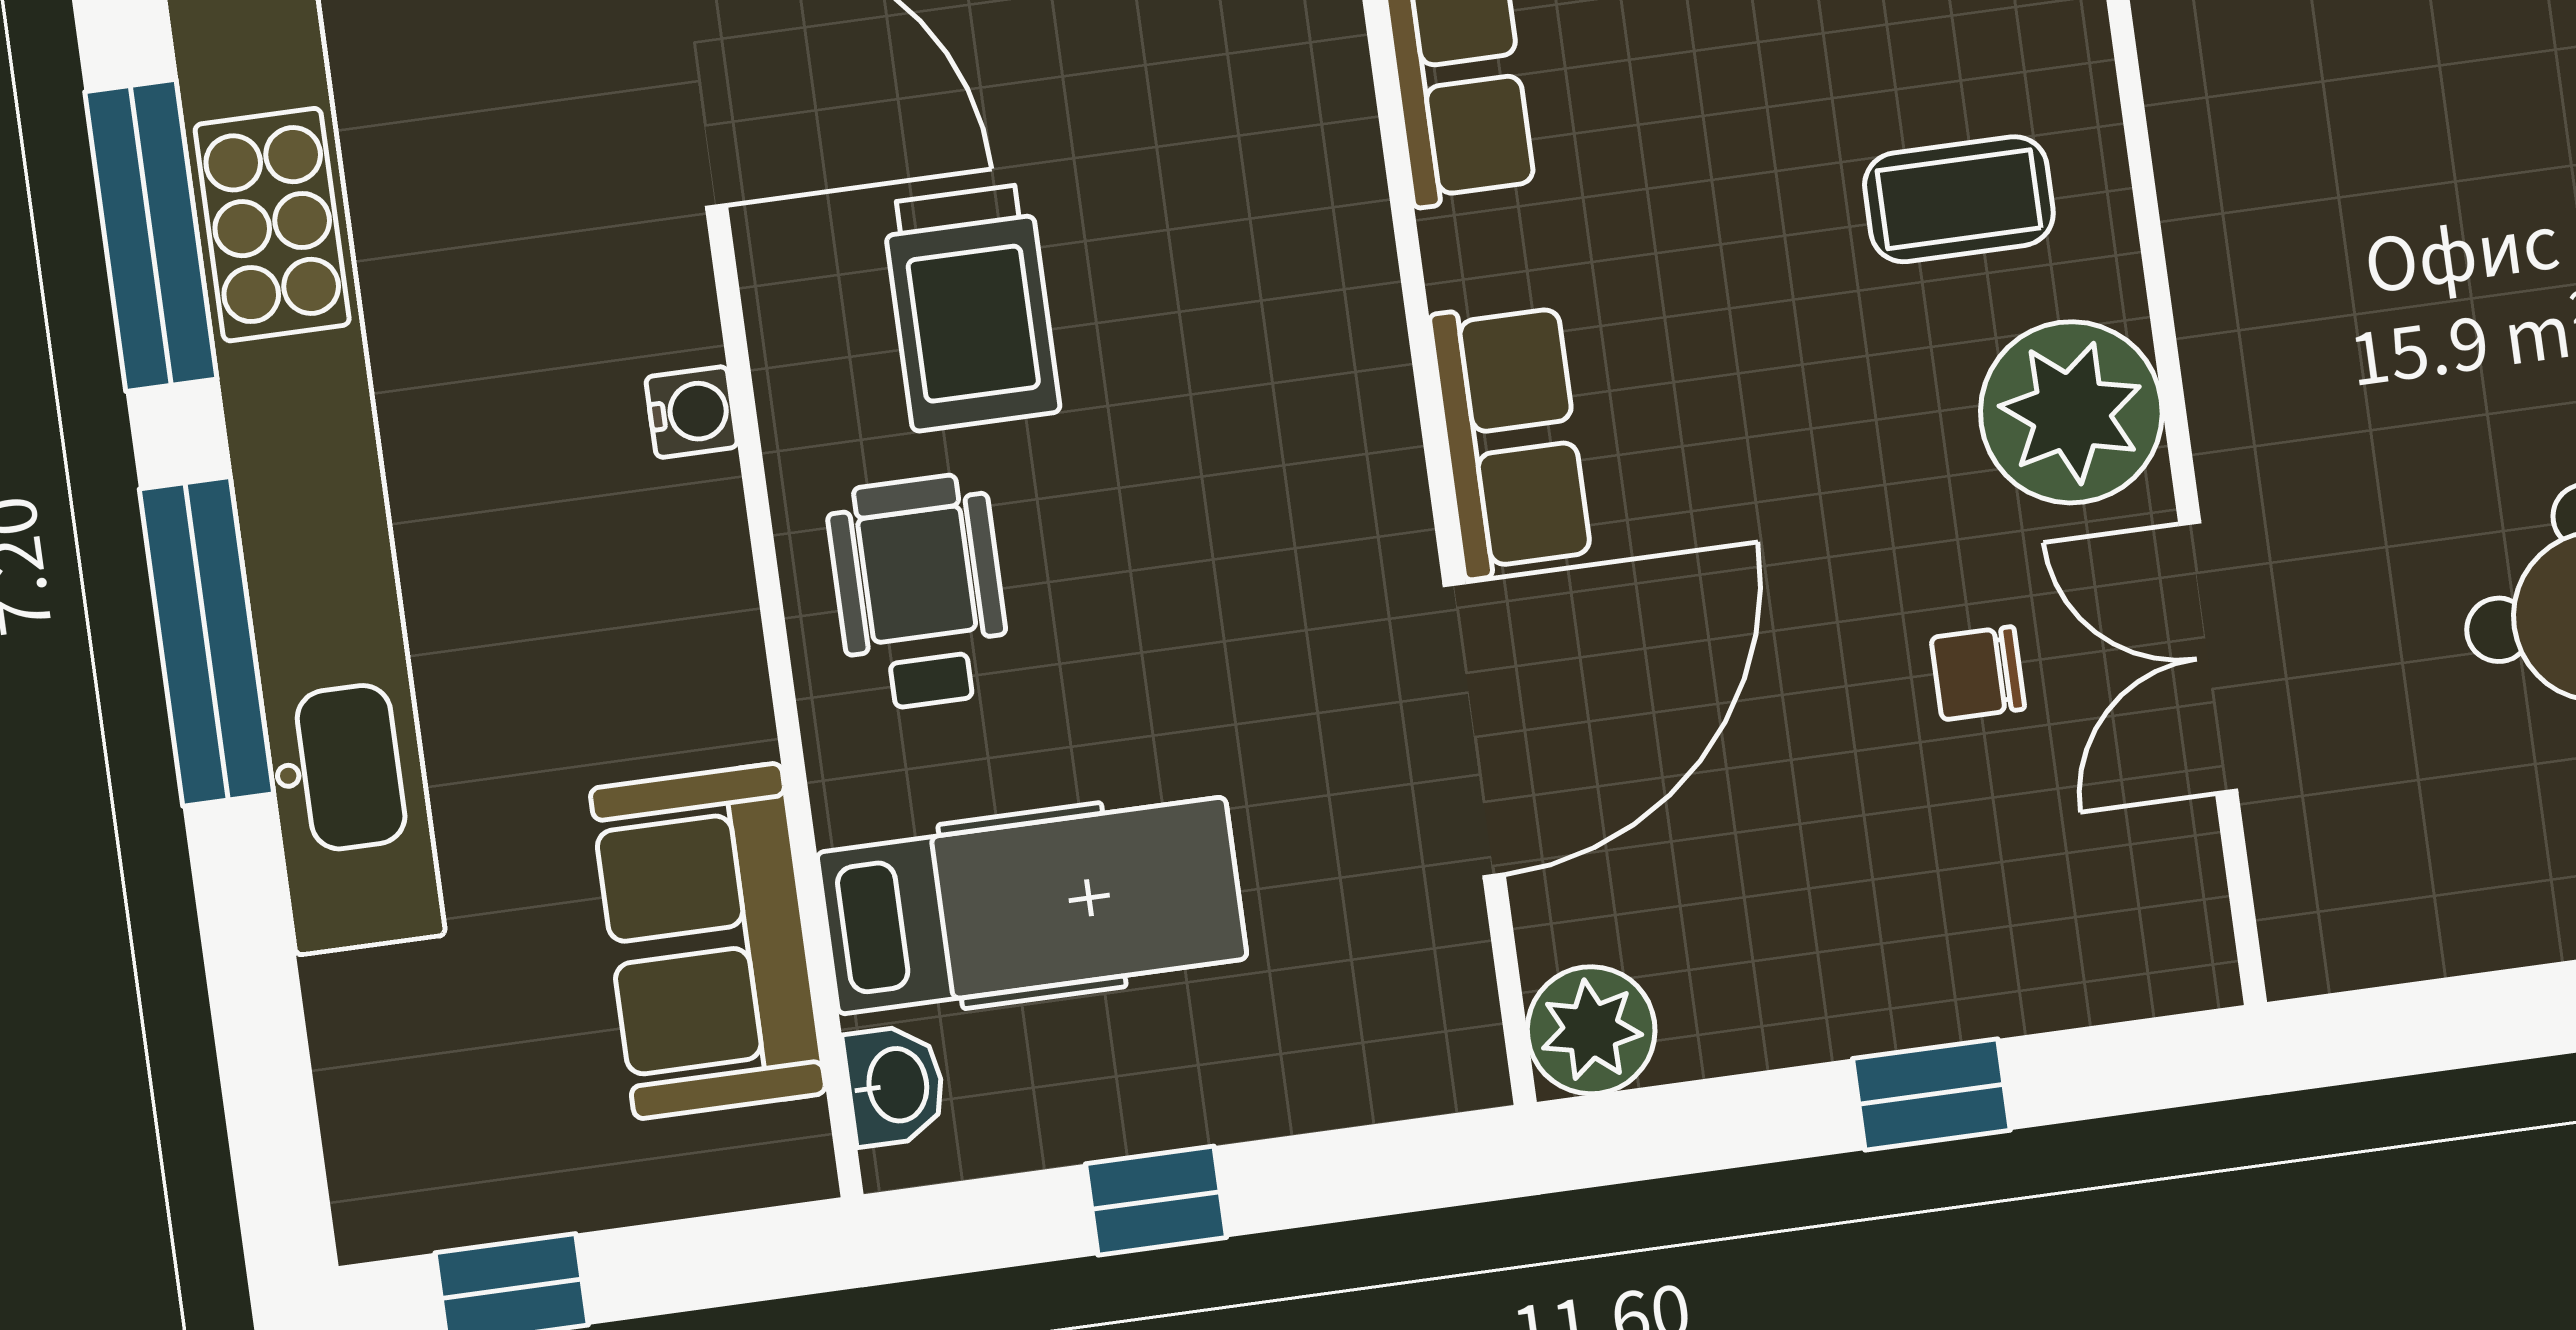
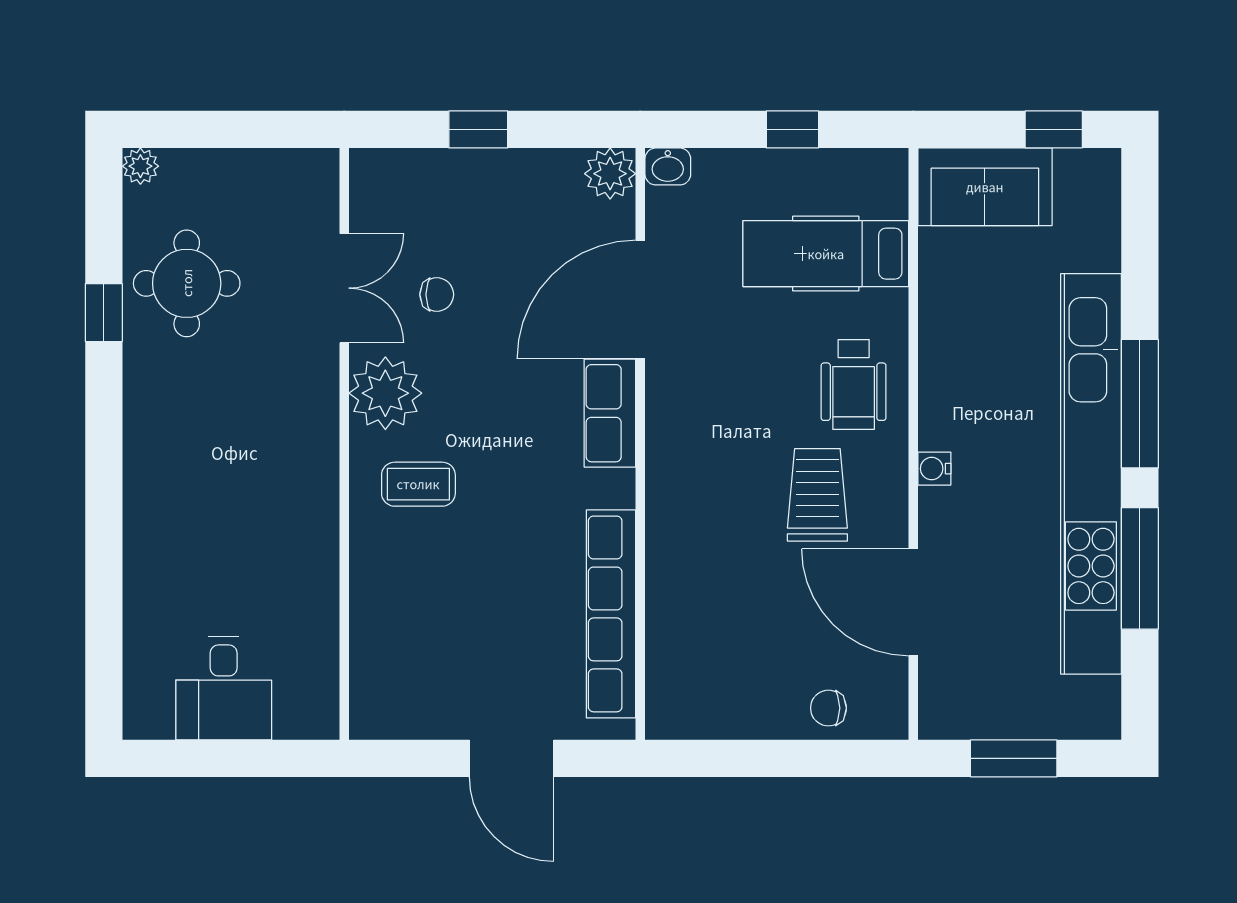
sofa: (708, 941) -> (985, 187), moved, turned 90
washbasin: (895, 1085) -> (668, 166), moved, turned -90

